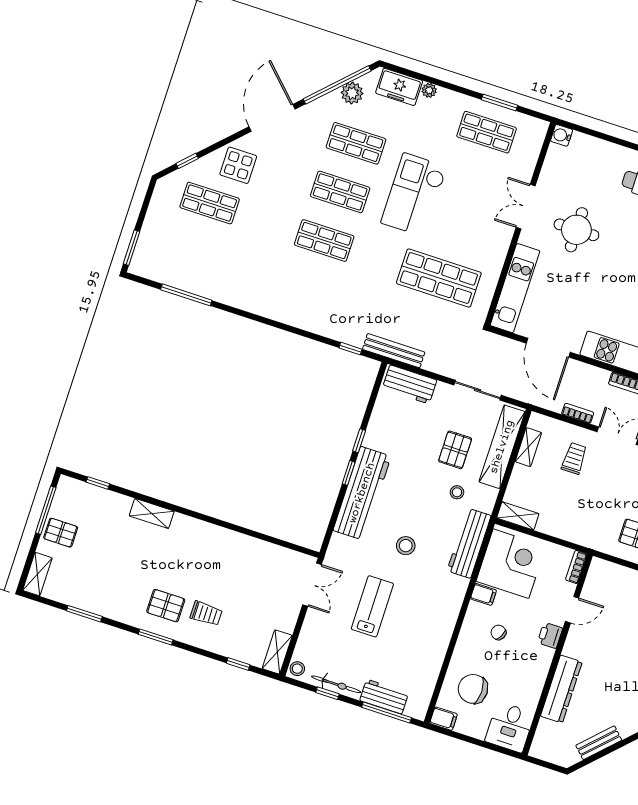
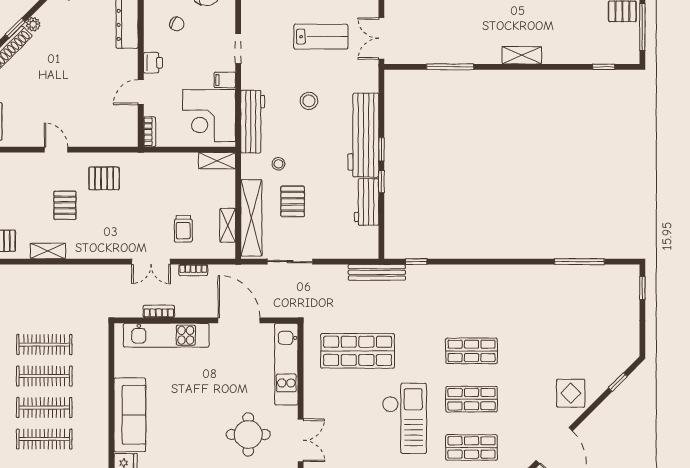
shop shelf: (210, 203) -> (585, 351), removed
window: (132, 248) -> (642, 288), width x0.67
workbench: (410, 384) -> (367, 202), moved, turned -90
shelving: (152, 513) -> (522, 55), moved
window: (252, 533) -> (450, 67), added
lab bench: (372, 606) -> (321, 37), turned -90
doorway: (460, 622) -> (238, 49), added
chair: (499, 632) -> (177, 24), moved

